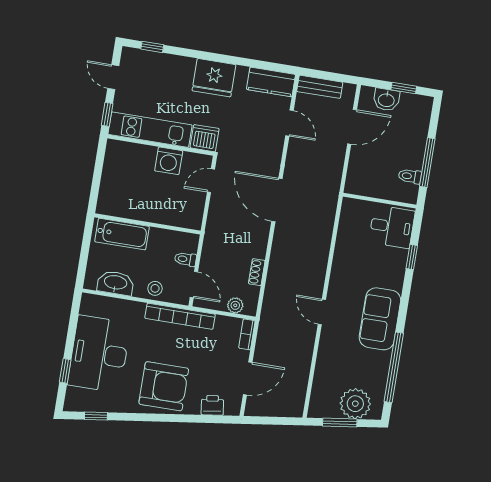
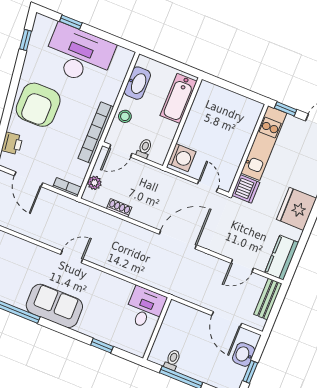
washing machine: (169, 161) -> (182, 158), moved, turned 180
desk: (392, 227) -> (145, 308), moved, turned 180

